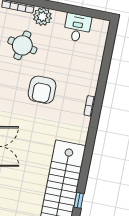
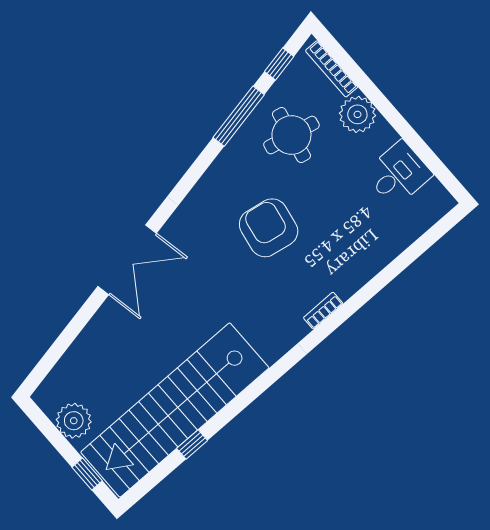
armchair: (42, 90) -> (269, 228), turned 100

